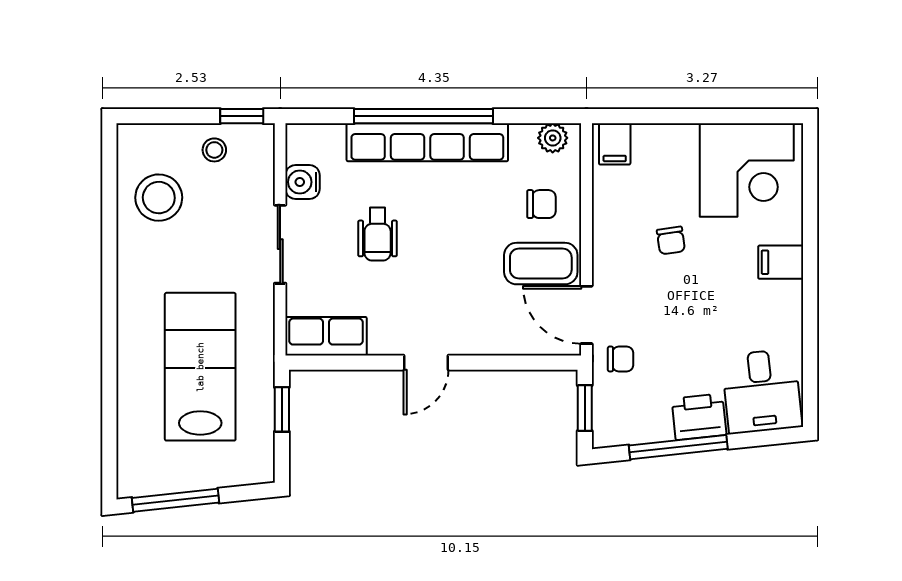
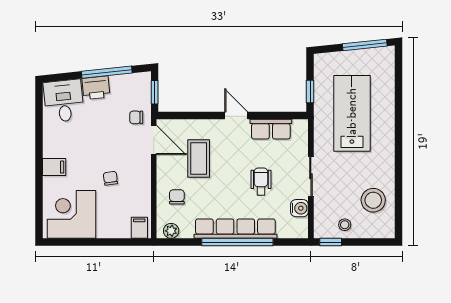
chair: (541, 204) -> (177, 197), turned 90
coffee table: (541, 264) -> (199, 158), moved, turned 90
row of seats: (326, 336) -> (271, 129), moved
door: (426, 363) -> (236, 116), hinge flipped
lab bench: (200, 367) -> (352, 113), turned 180

